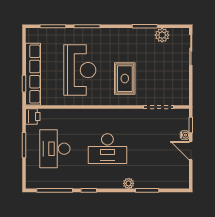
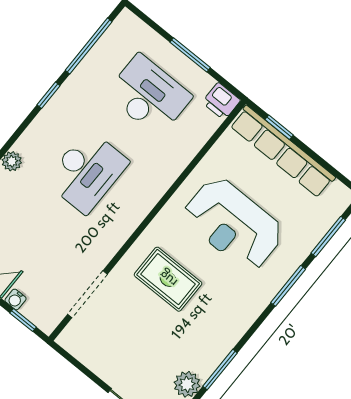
desk: (107, 149) -> (87, 171), turned 180

